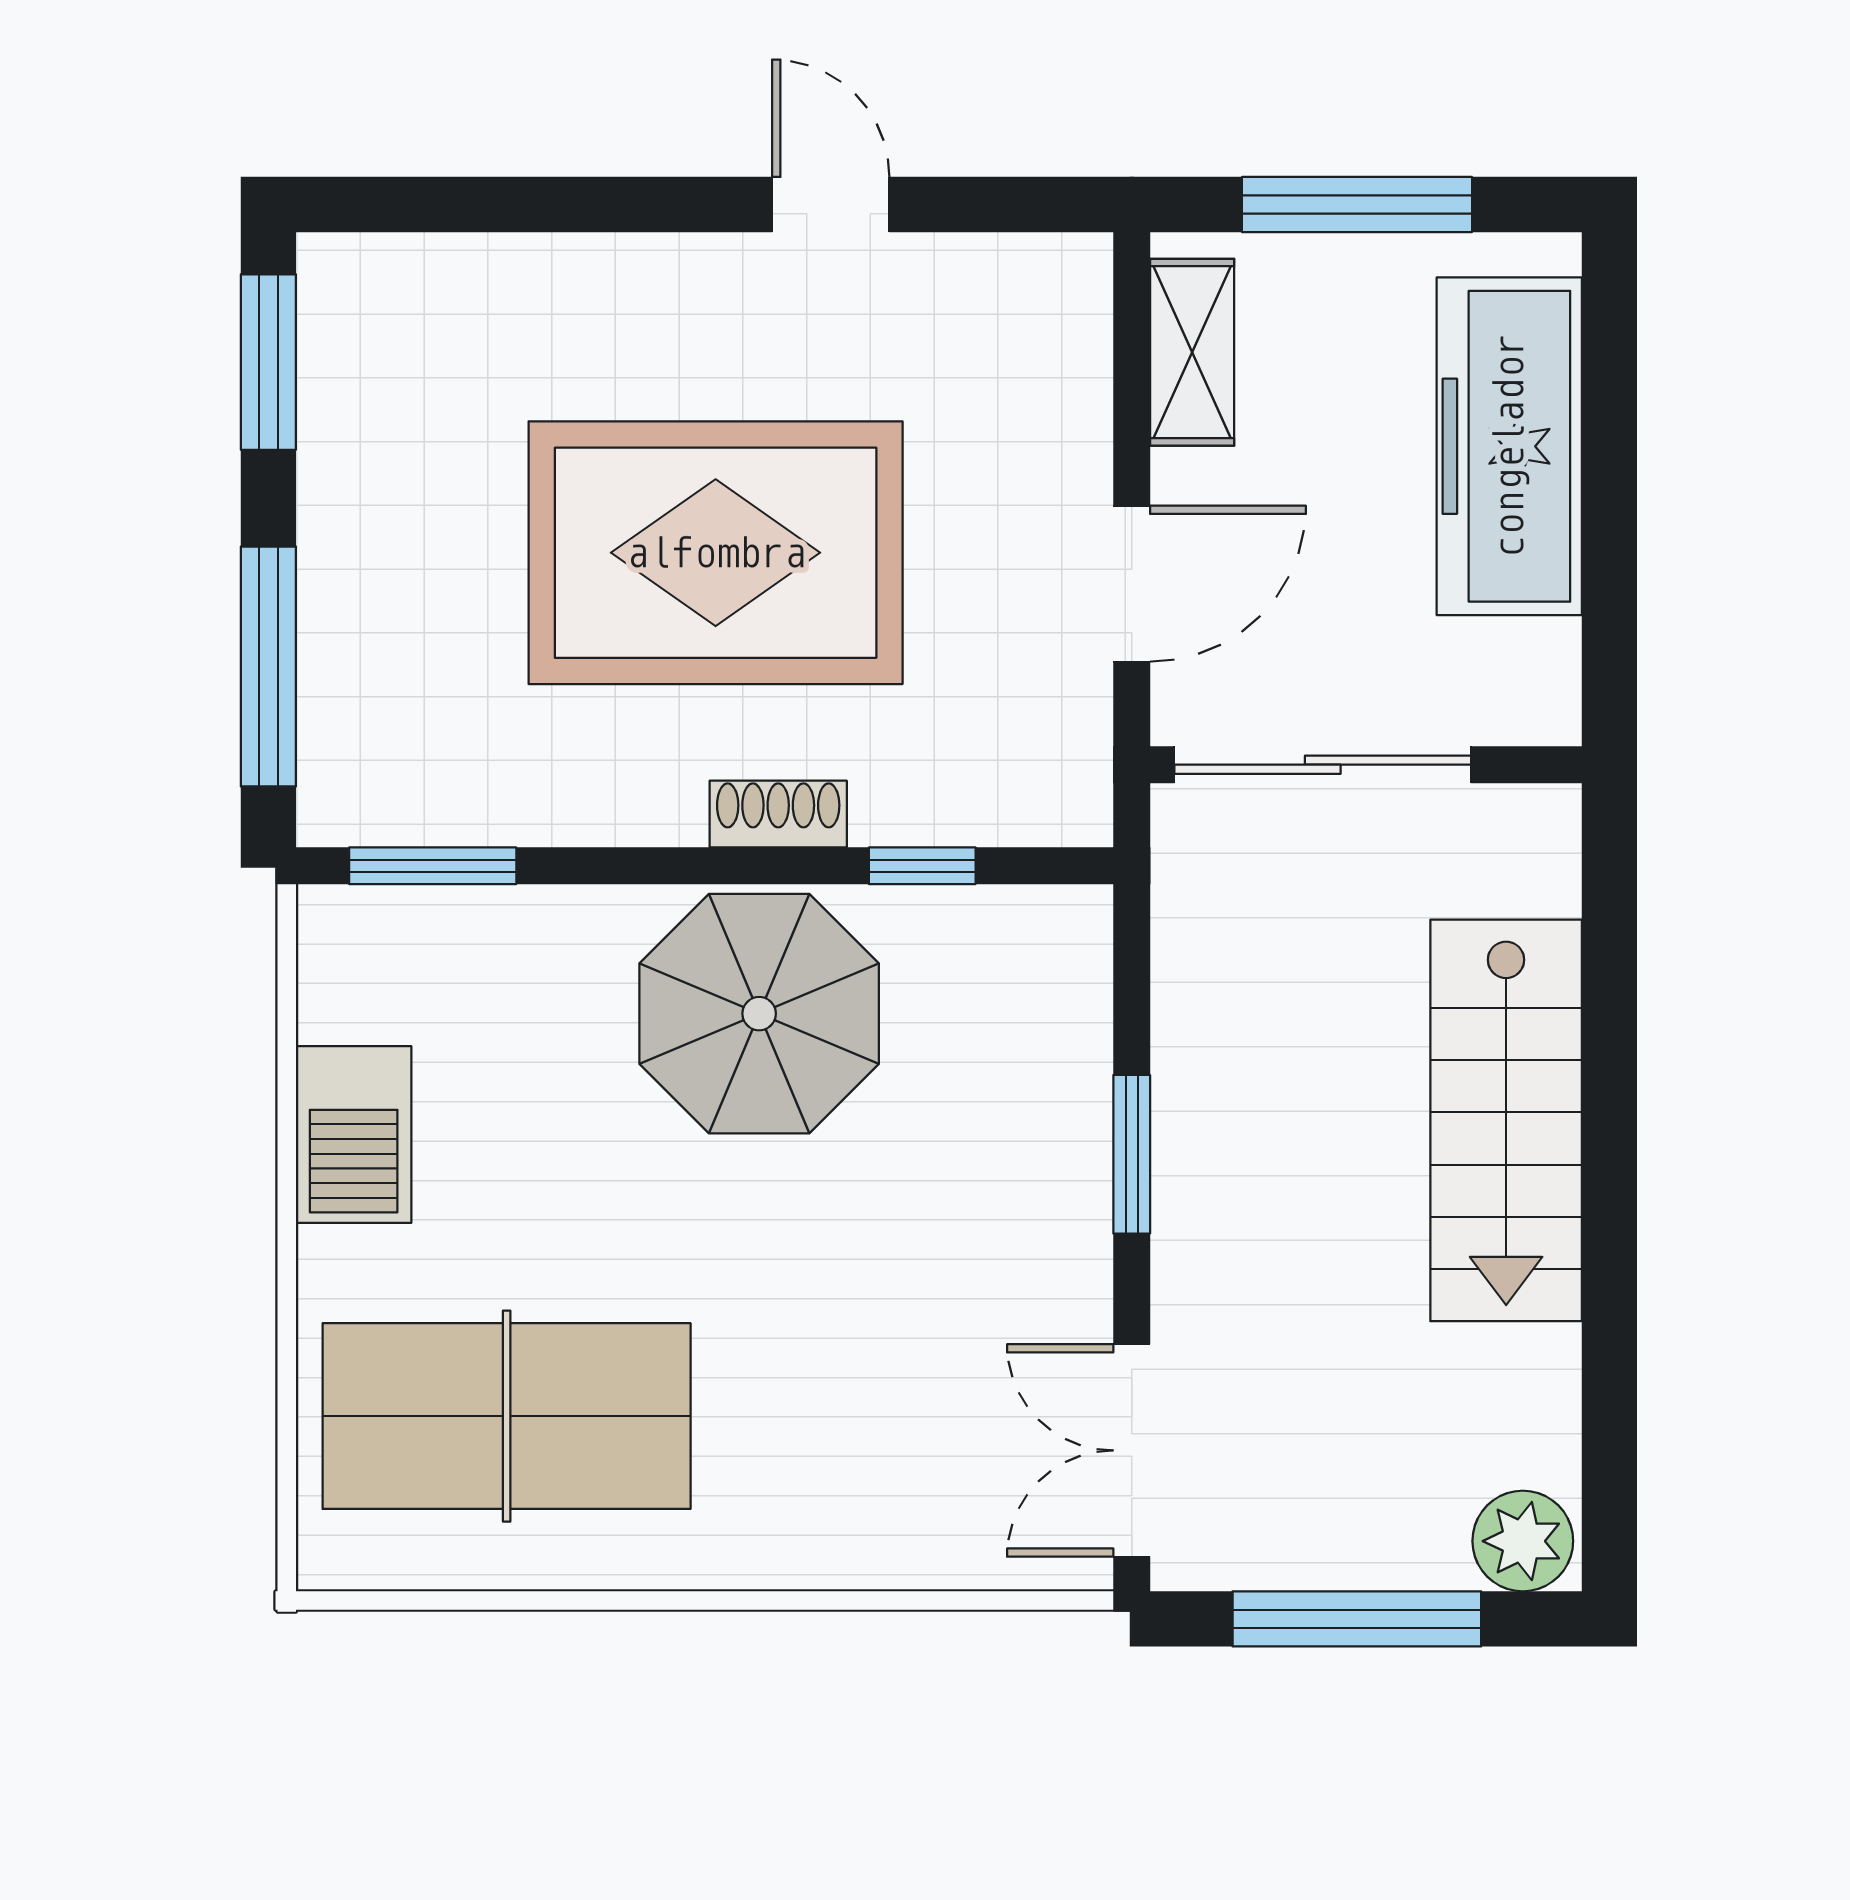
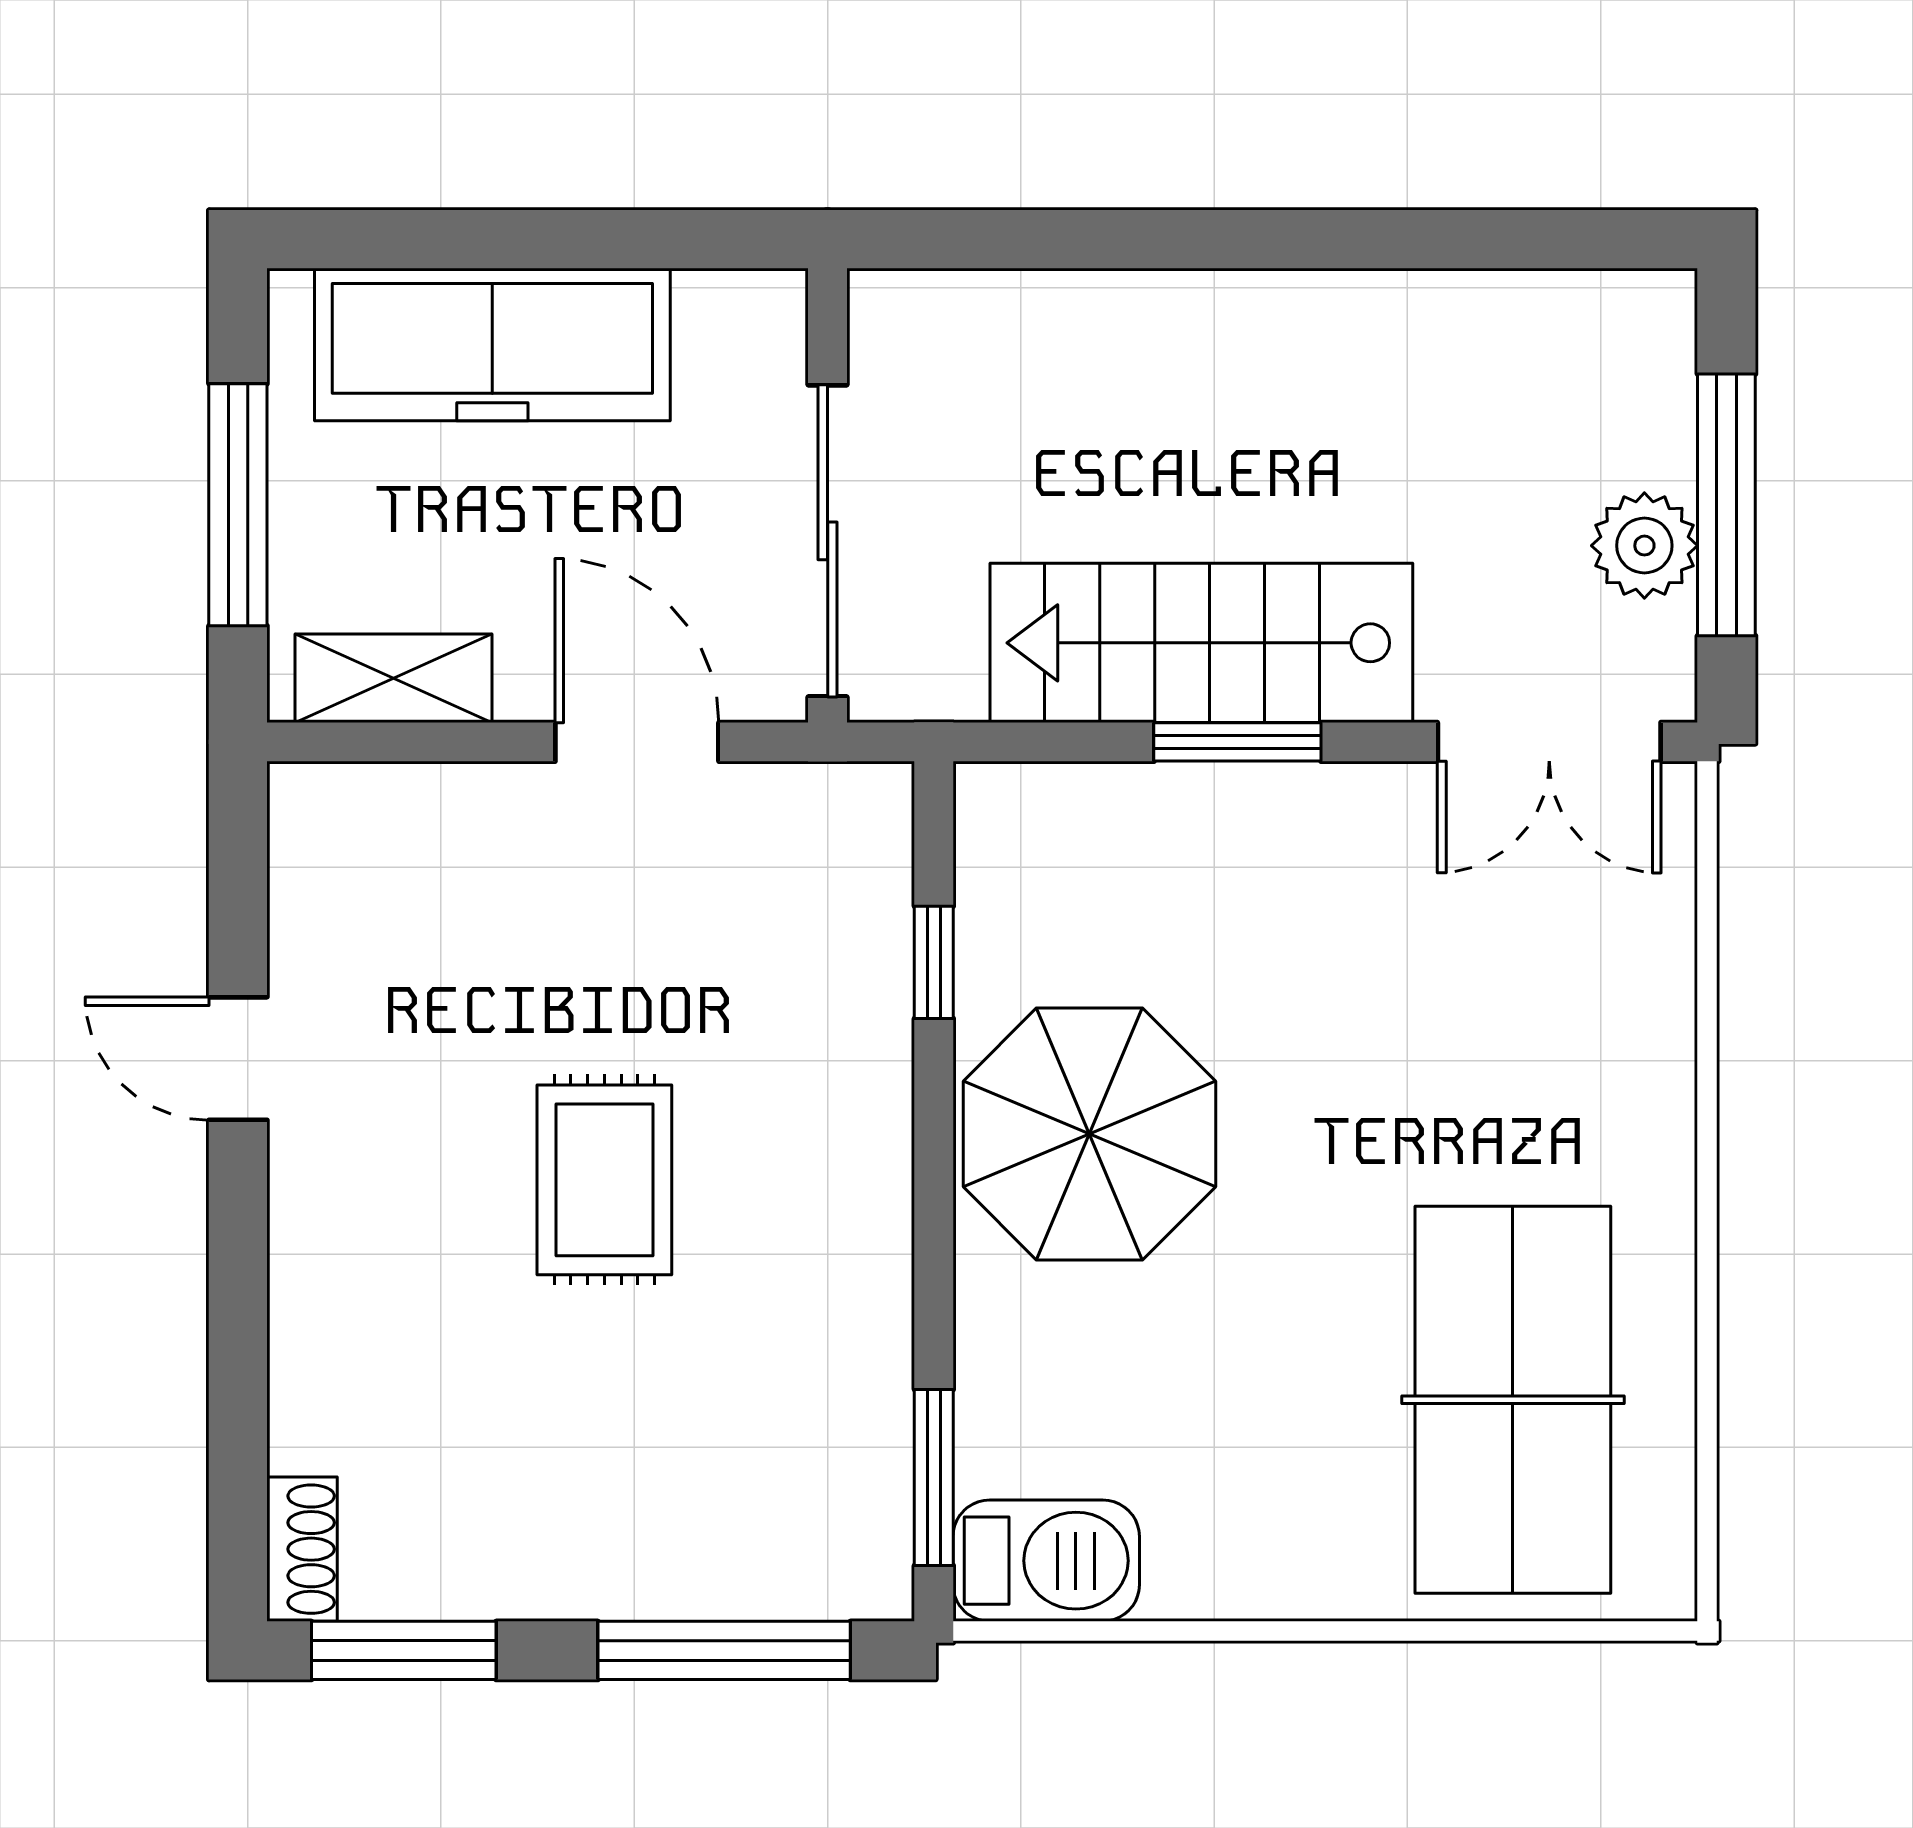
door: (831, 204) -> (238, 1059), hinge flipped
rug: (716, 553) -> (604, 1180), width x0.54, depth x0.49
shoe rack: (778, 814) -> (302, 1549), moved, turned 180
stairs: (1506, 1120) -> (1201, 643), moved, turned 180
barbecue: (354, 1135) -> (1046, 1561), moved
plant: (1523, 1541) -> (1644, 546), moved

